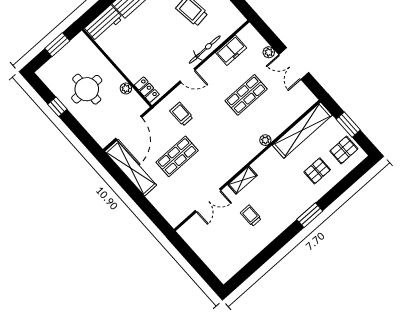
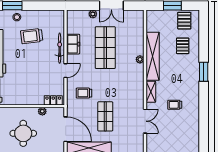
freezer: (231, 50) -> (73, 44), moved
shop shelf: (246, 95) -> (105, 48), width x1.43, depth x1.36
shelving: (302, 130) -> (153, 56), moved

